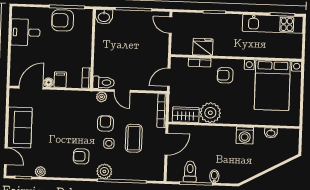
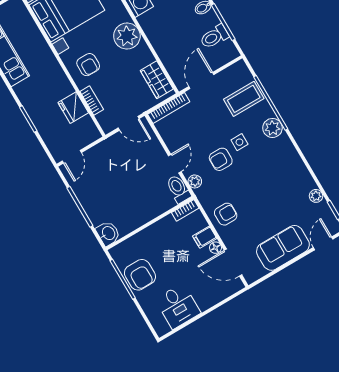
plant: (210, 113) -> (127, 36), moved
coffee table: (134, 138) -> (244, 99), moved
door: (166, 144) -> (201, 80), hinge flipped
armchair: (81, 156) -> (226, 214), moved, turned -90

